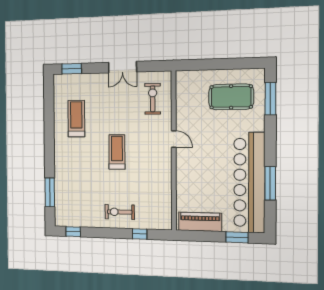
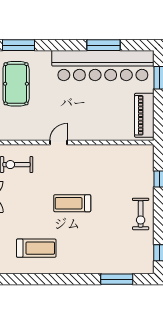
treadmill: (76, 119) -> (36, 248), turned 180
exercise bike: (120, 212) -> (141, 214), moved

